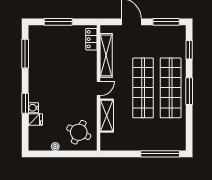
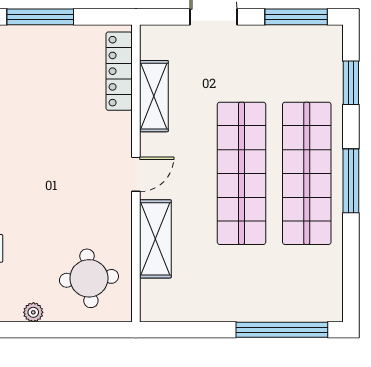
locker: (91, 39) -> (119, 71), width x1.53
shelving: (106, 55) -> (154, 96), width x0.68
round table: (79, 132) -> (89, 278), turned -30

